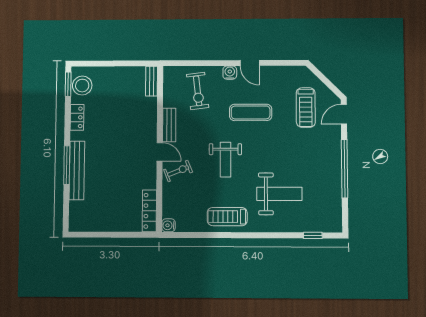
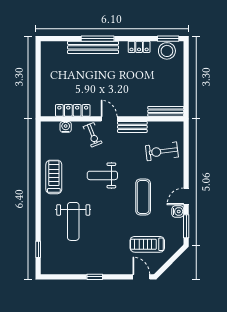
window: (284, 63) -> (186, 226), added
water cooler: (230, 73) -> (178, 212), moved
bench: (151, 81) -> (166, 111), width x1.36
door: (160, 152) -> (109, 119), swing flipped
window: (345, 169) -> (95, 277), width x0.32
locker: (149, 211) -> (73, 110), moved
water cooler: (169, 225) -> (66, 127), moved

